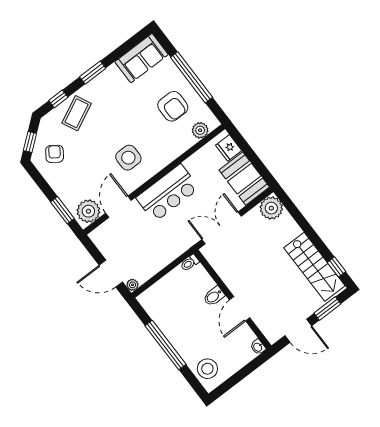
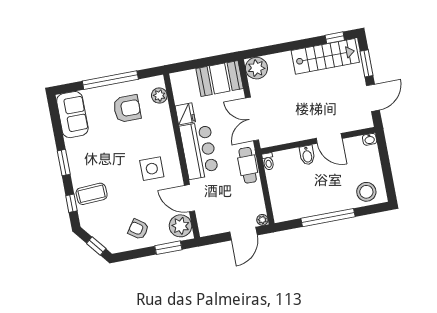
coffee table: (77, 113) -> (92, 194), turned -67
fridge: (229, 148) -> (185, 114), moved, turned -90
armchair: (55, 154) -> (138, 229), moved
cafe table: (177, 245) -> (248, 165), added

